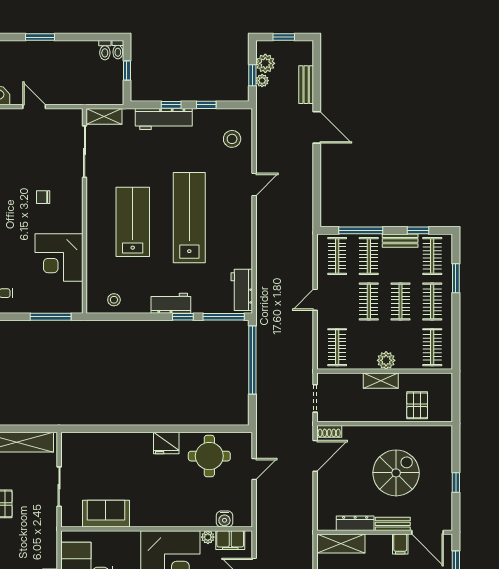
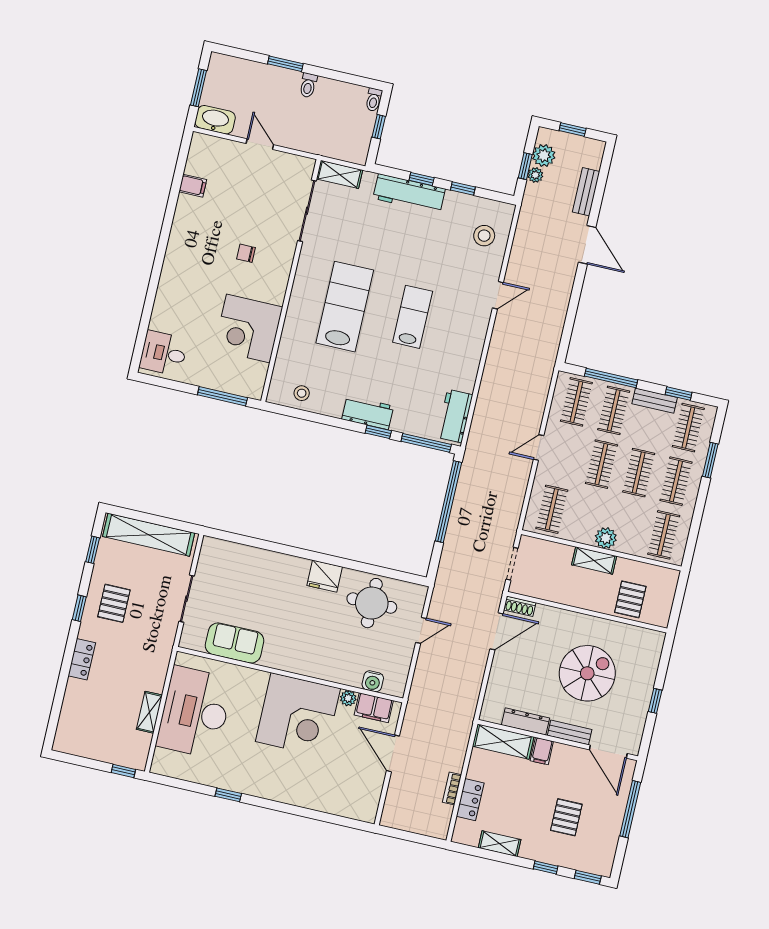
toilet: (105, 50) -> (308, 85), moved
lab bench: (189, 218) -> (413, 317), width x0.54, depth x0.72
filing cabinet: (400, 544) -> (542, 751), moved

